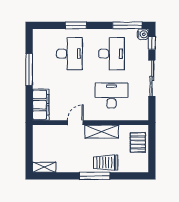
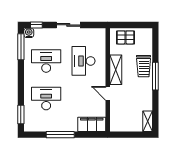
window: (76, 25) -> (21, 114), moved
sliding door: (152, 78) -> (68, 25), width x0.73

